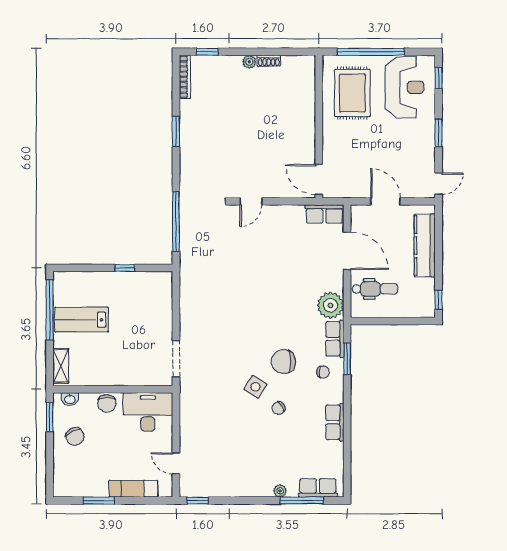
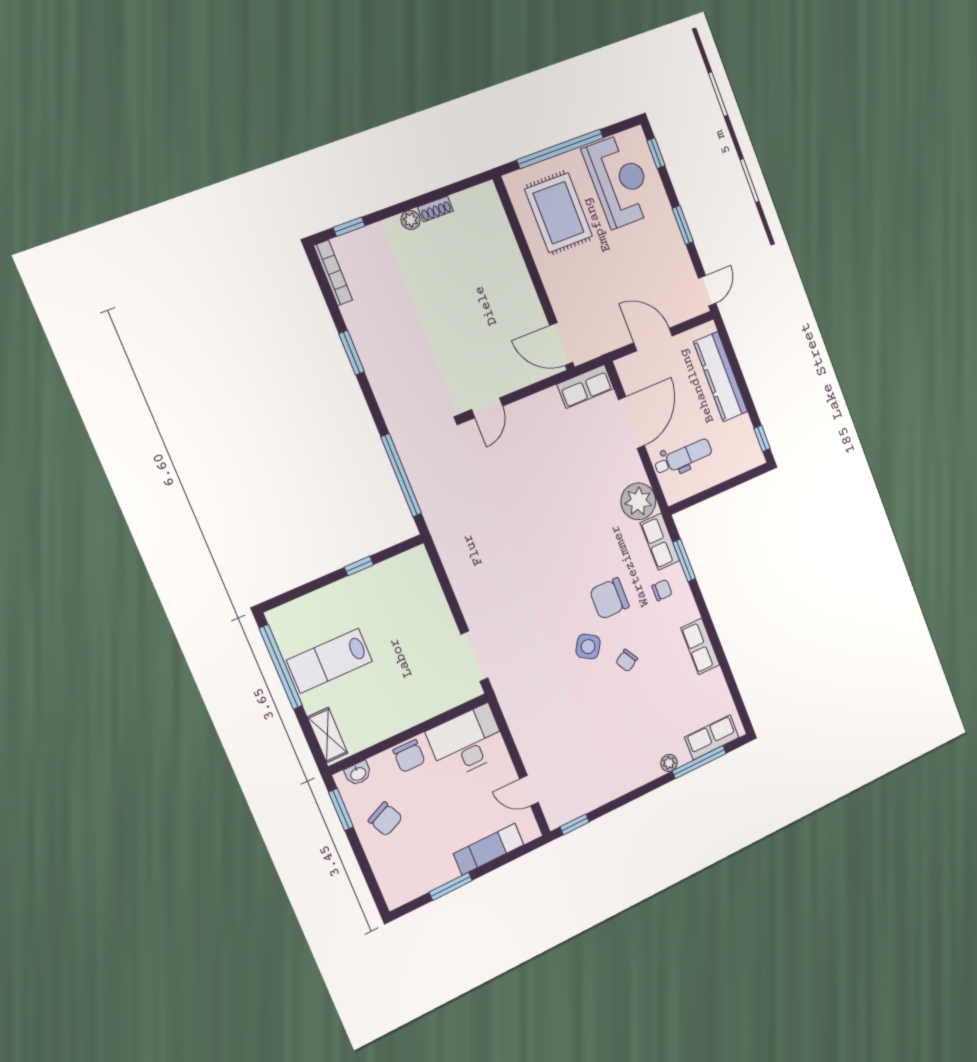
door: (347, 251) -> (631, 423), hinge flipped

